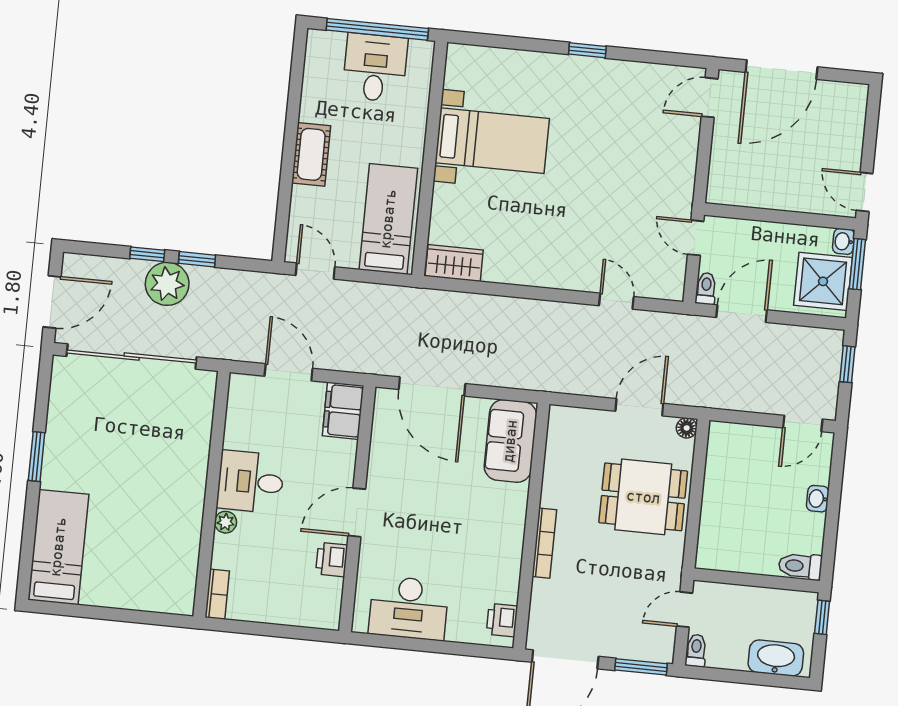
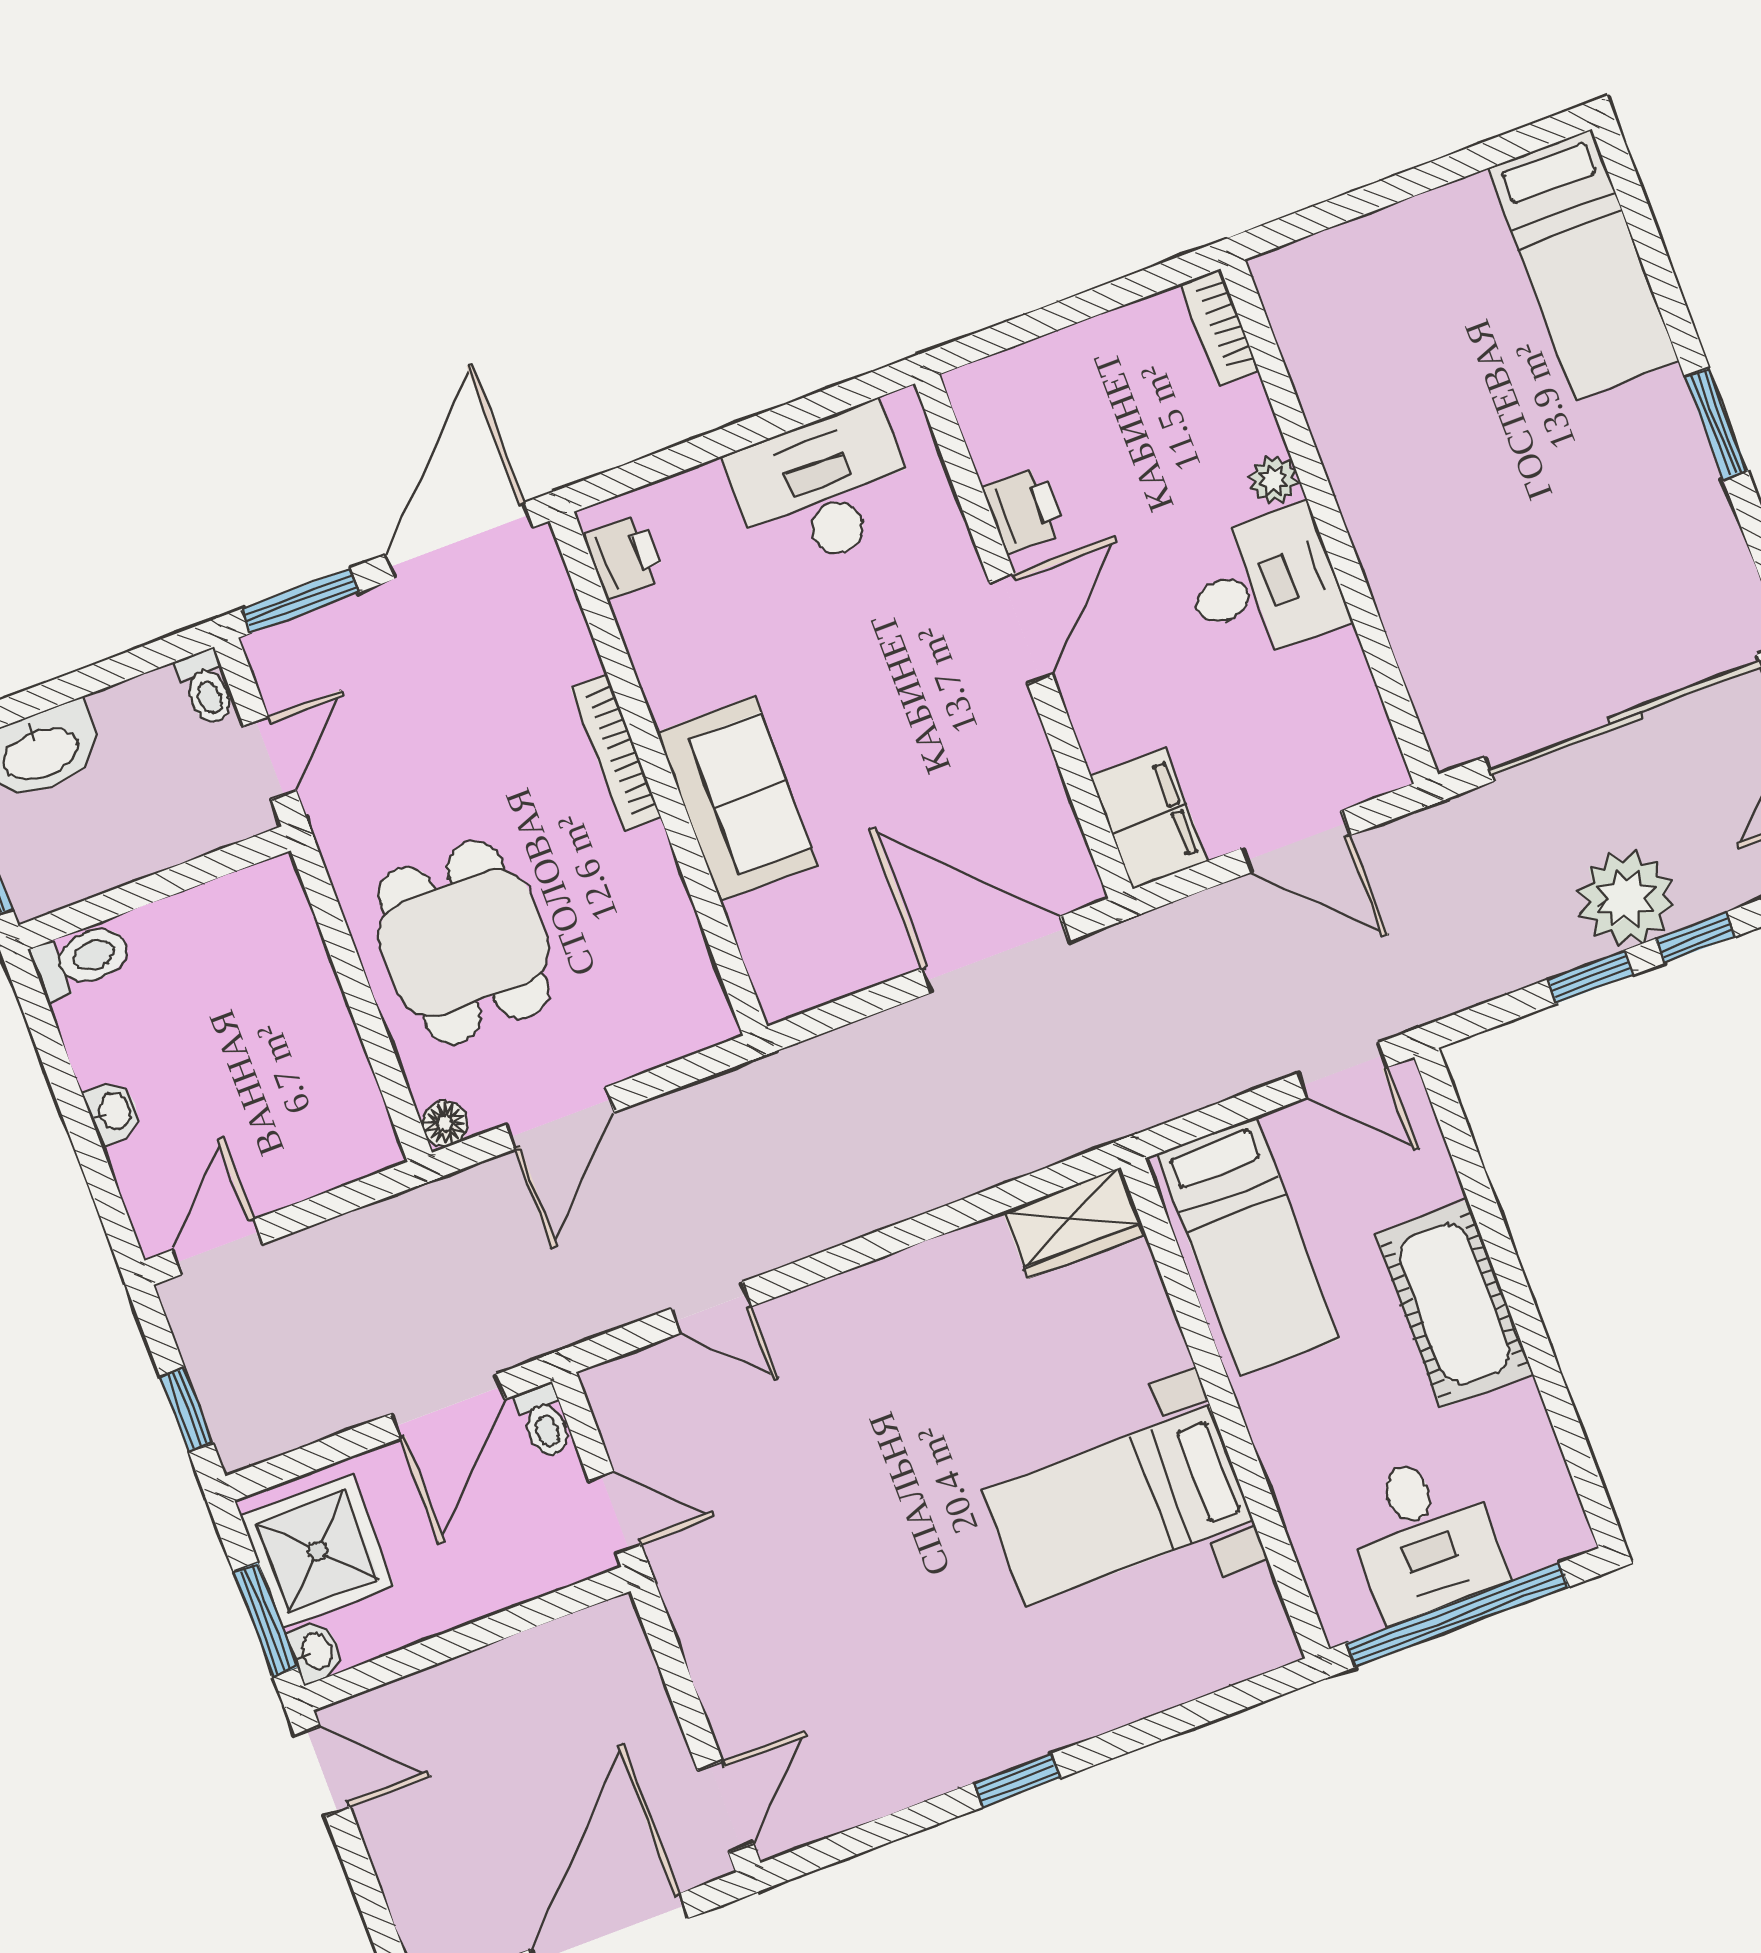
cot: (311, 154) -> (1454, 1304), width x1.37, depth x1.34
sofa: (510, 441) -> (737, 798), moved
dining table: (643, 497) -> (464, 943), turned 90

